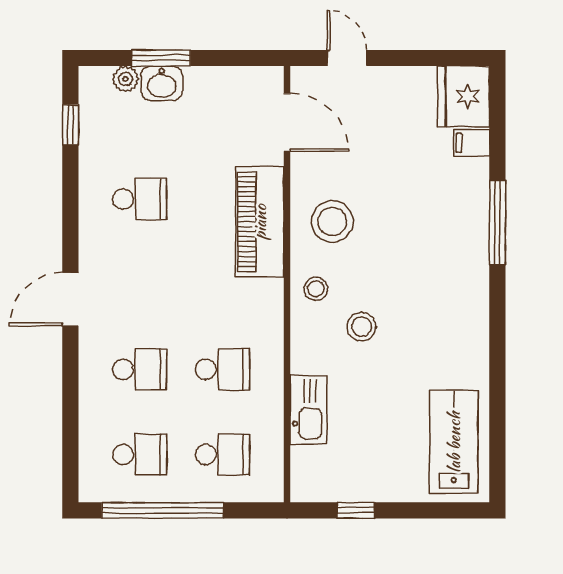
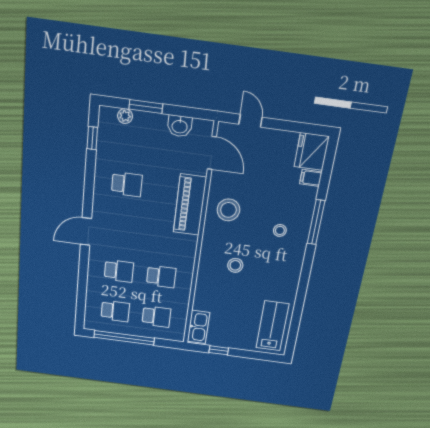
washbasin: (162, 83) -> (180, 126), moved
stool: (316, 289) -> (280, 230), moved
kitchen sink: (308, 410) -> (198, 327), moved

